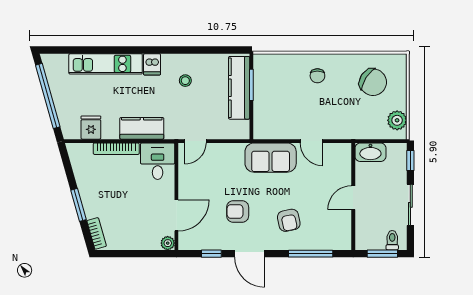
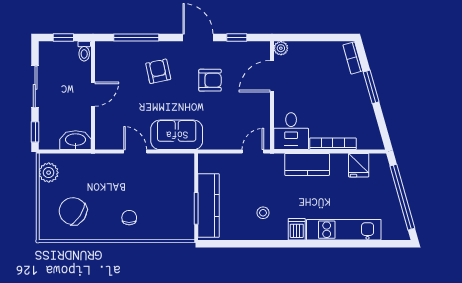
toilet: (392, 240) -> (84, 51), moved
window: (382, 254) -> (63, 38), width x0.67

